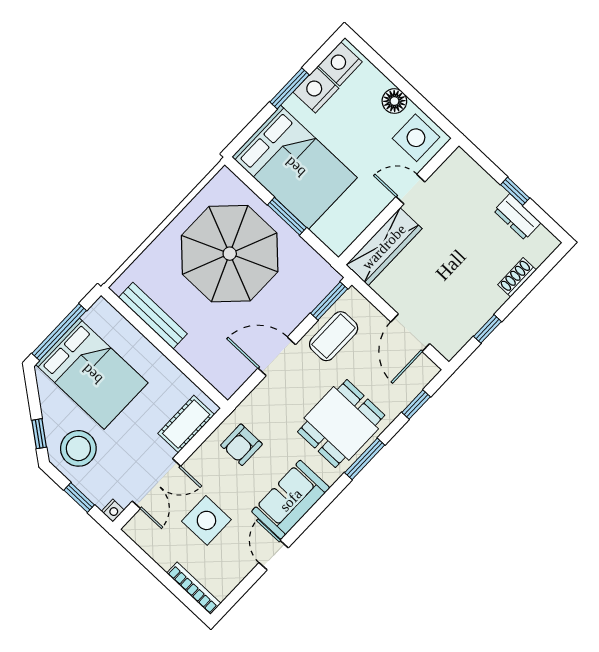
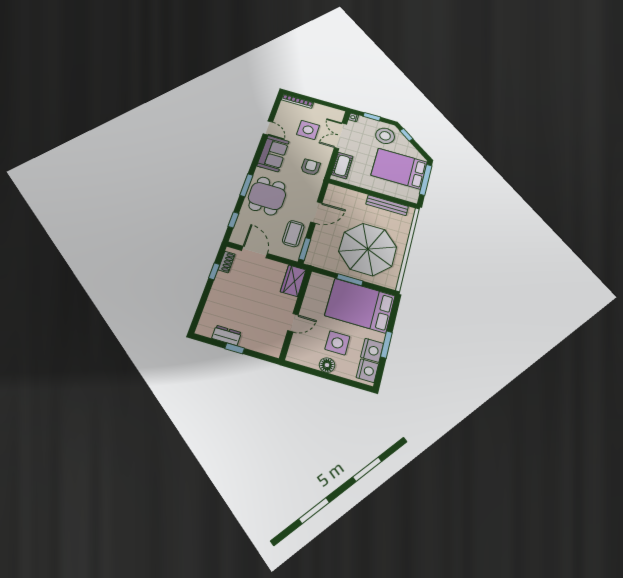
side table: (416, 138) -> (337, 343), moved
wardrobe: (384, 247) -> (293, 281), width x0.67
shoe rack: (517, 277) -> (227, 262), moved

